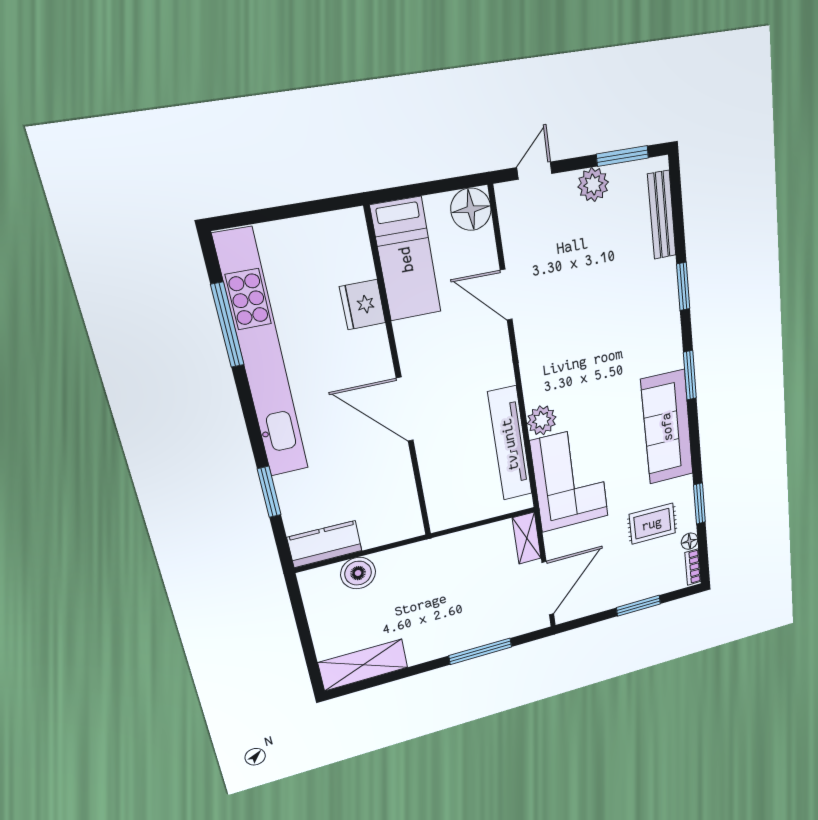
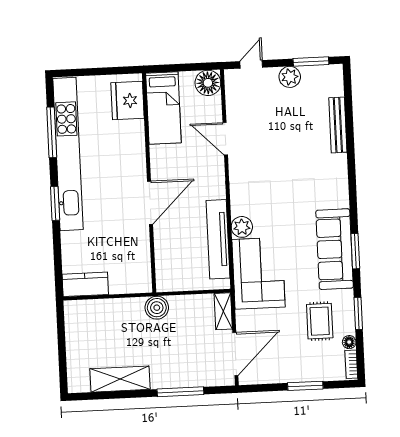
bench: (662, 215) -> (338, 125), moved
window: (683, 286) -> (351, 151), removed
fridge: (363, 305) -> (128, 101), moved, width x1.36, depth x1.34
window: (690, 375) -> (355, 251), moved
door: (405, 409) -> (150, 203), swing flipped
window: (269, 492) -> (55, 203), moved
rug: (652, 524) -> (320, 321), turned 90
boiler: (358, 573) -> (157, 308), moved
shelving: (363, 665) -> (120, 379), moved

